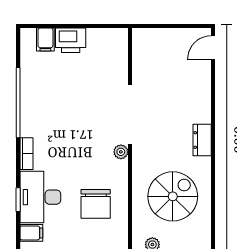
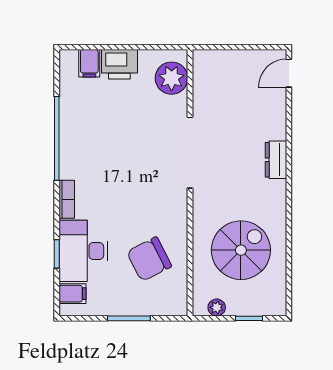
dresser: (202, 140) -> (276, 160), moved
plant: (121, 152) -> (172, 78), moved, width x1.88, depth x1.88
chair: (96, 204) -> (149, 259), turned 63

